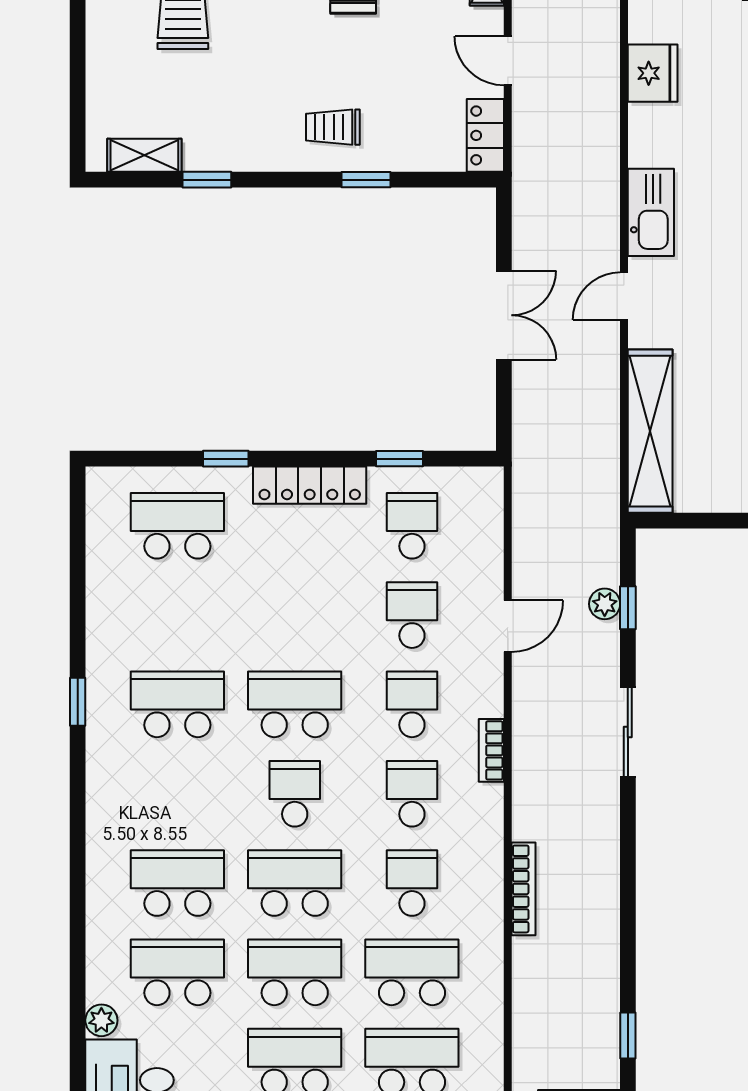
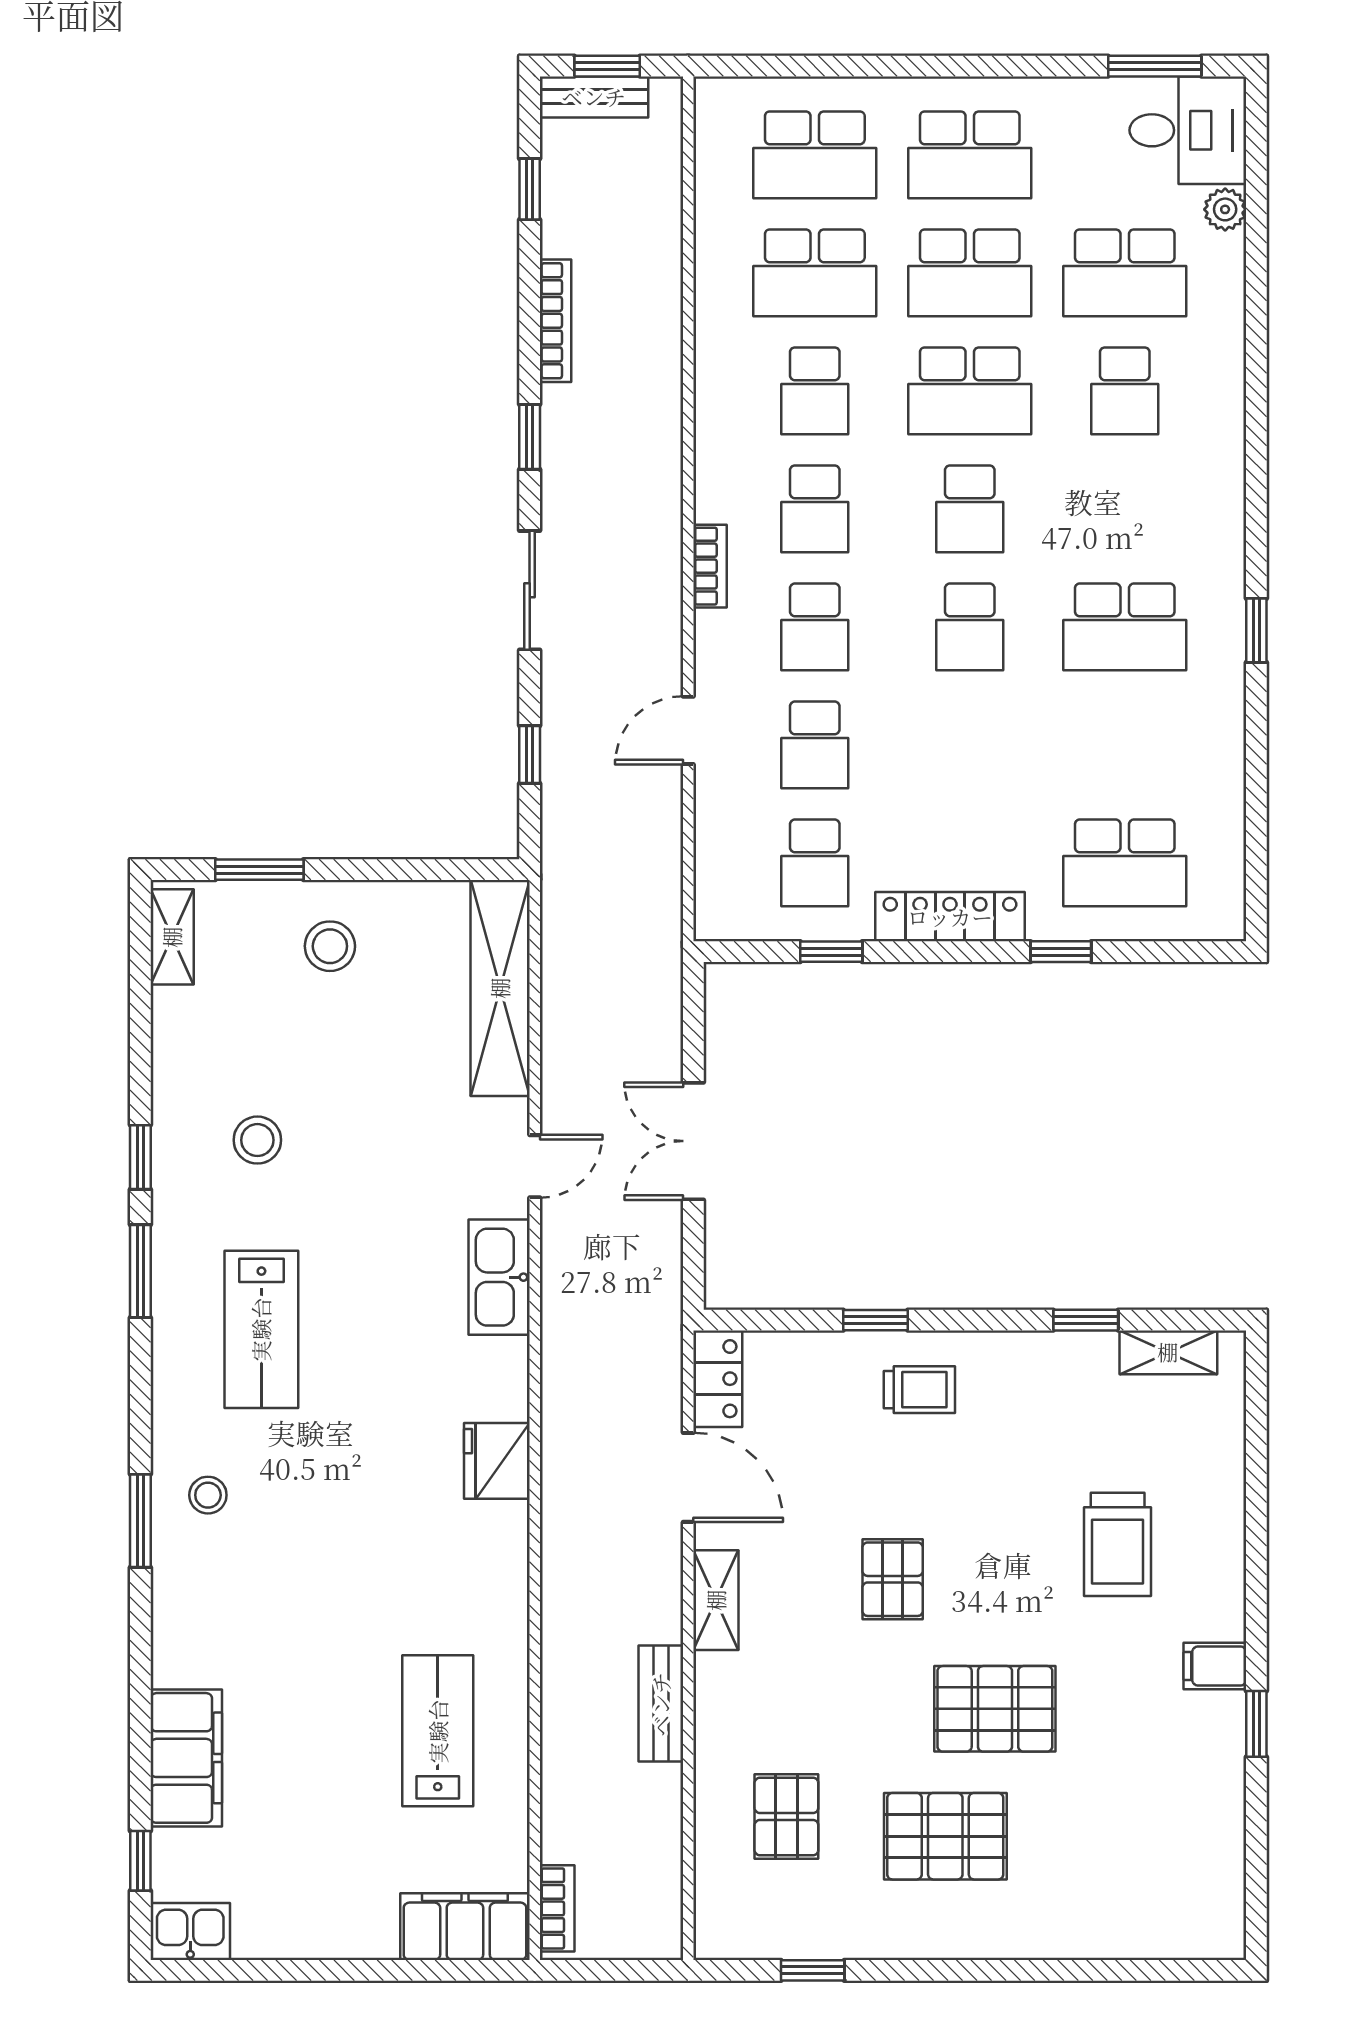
door: (508, 61) -> (688, 1477), width x1.38
plant: (605, 604) -> (560, 760), removed
school desk: (295, 704) -> (970, 627), width x0.54
window: (628, 848) -> (530, 437), added
school desk: (177, 883) -> (1125, 391), width x0.54
bookcase: (524, 889) -> (555, 321), moved, turned 180

